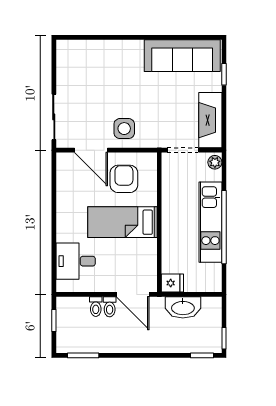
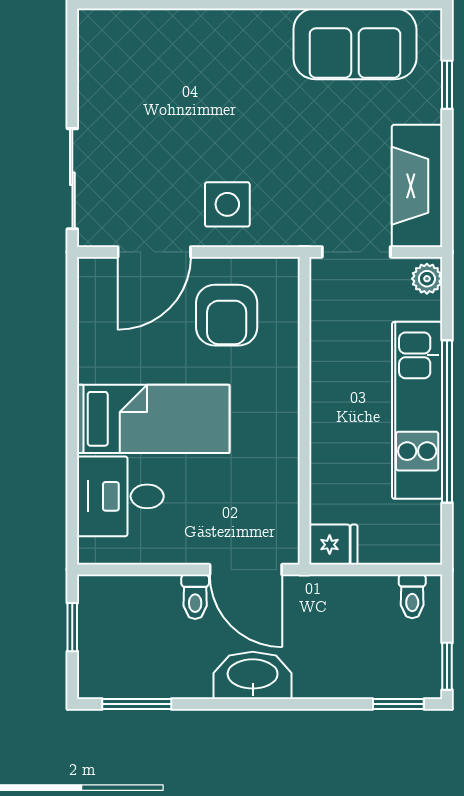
sofa: (182, 56) -> (355, 44), width x0.73
door: (91, 150) -> (154, 252), hinge flipped
armchair: (124, 179) -> (227, 315), turned 180
bed: (122, 222) -> (153, 419), moved, turned 180
toilet: (96, 307) -> (412, 596), moved
washbasin: (183, 307) -> (253, 675), moved, turned 180

